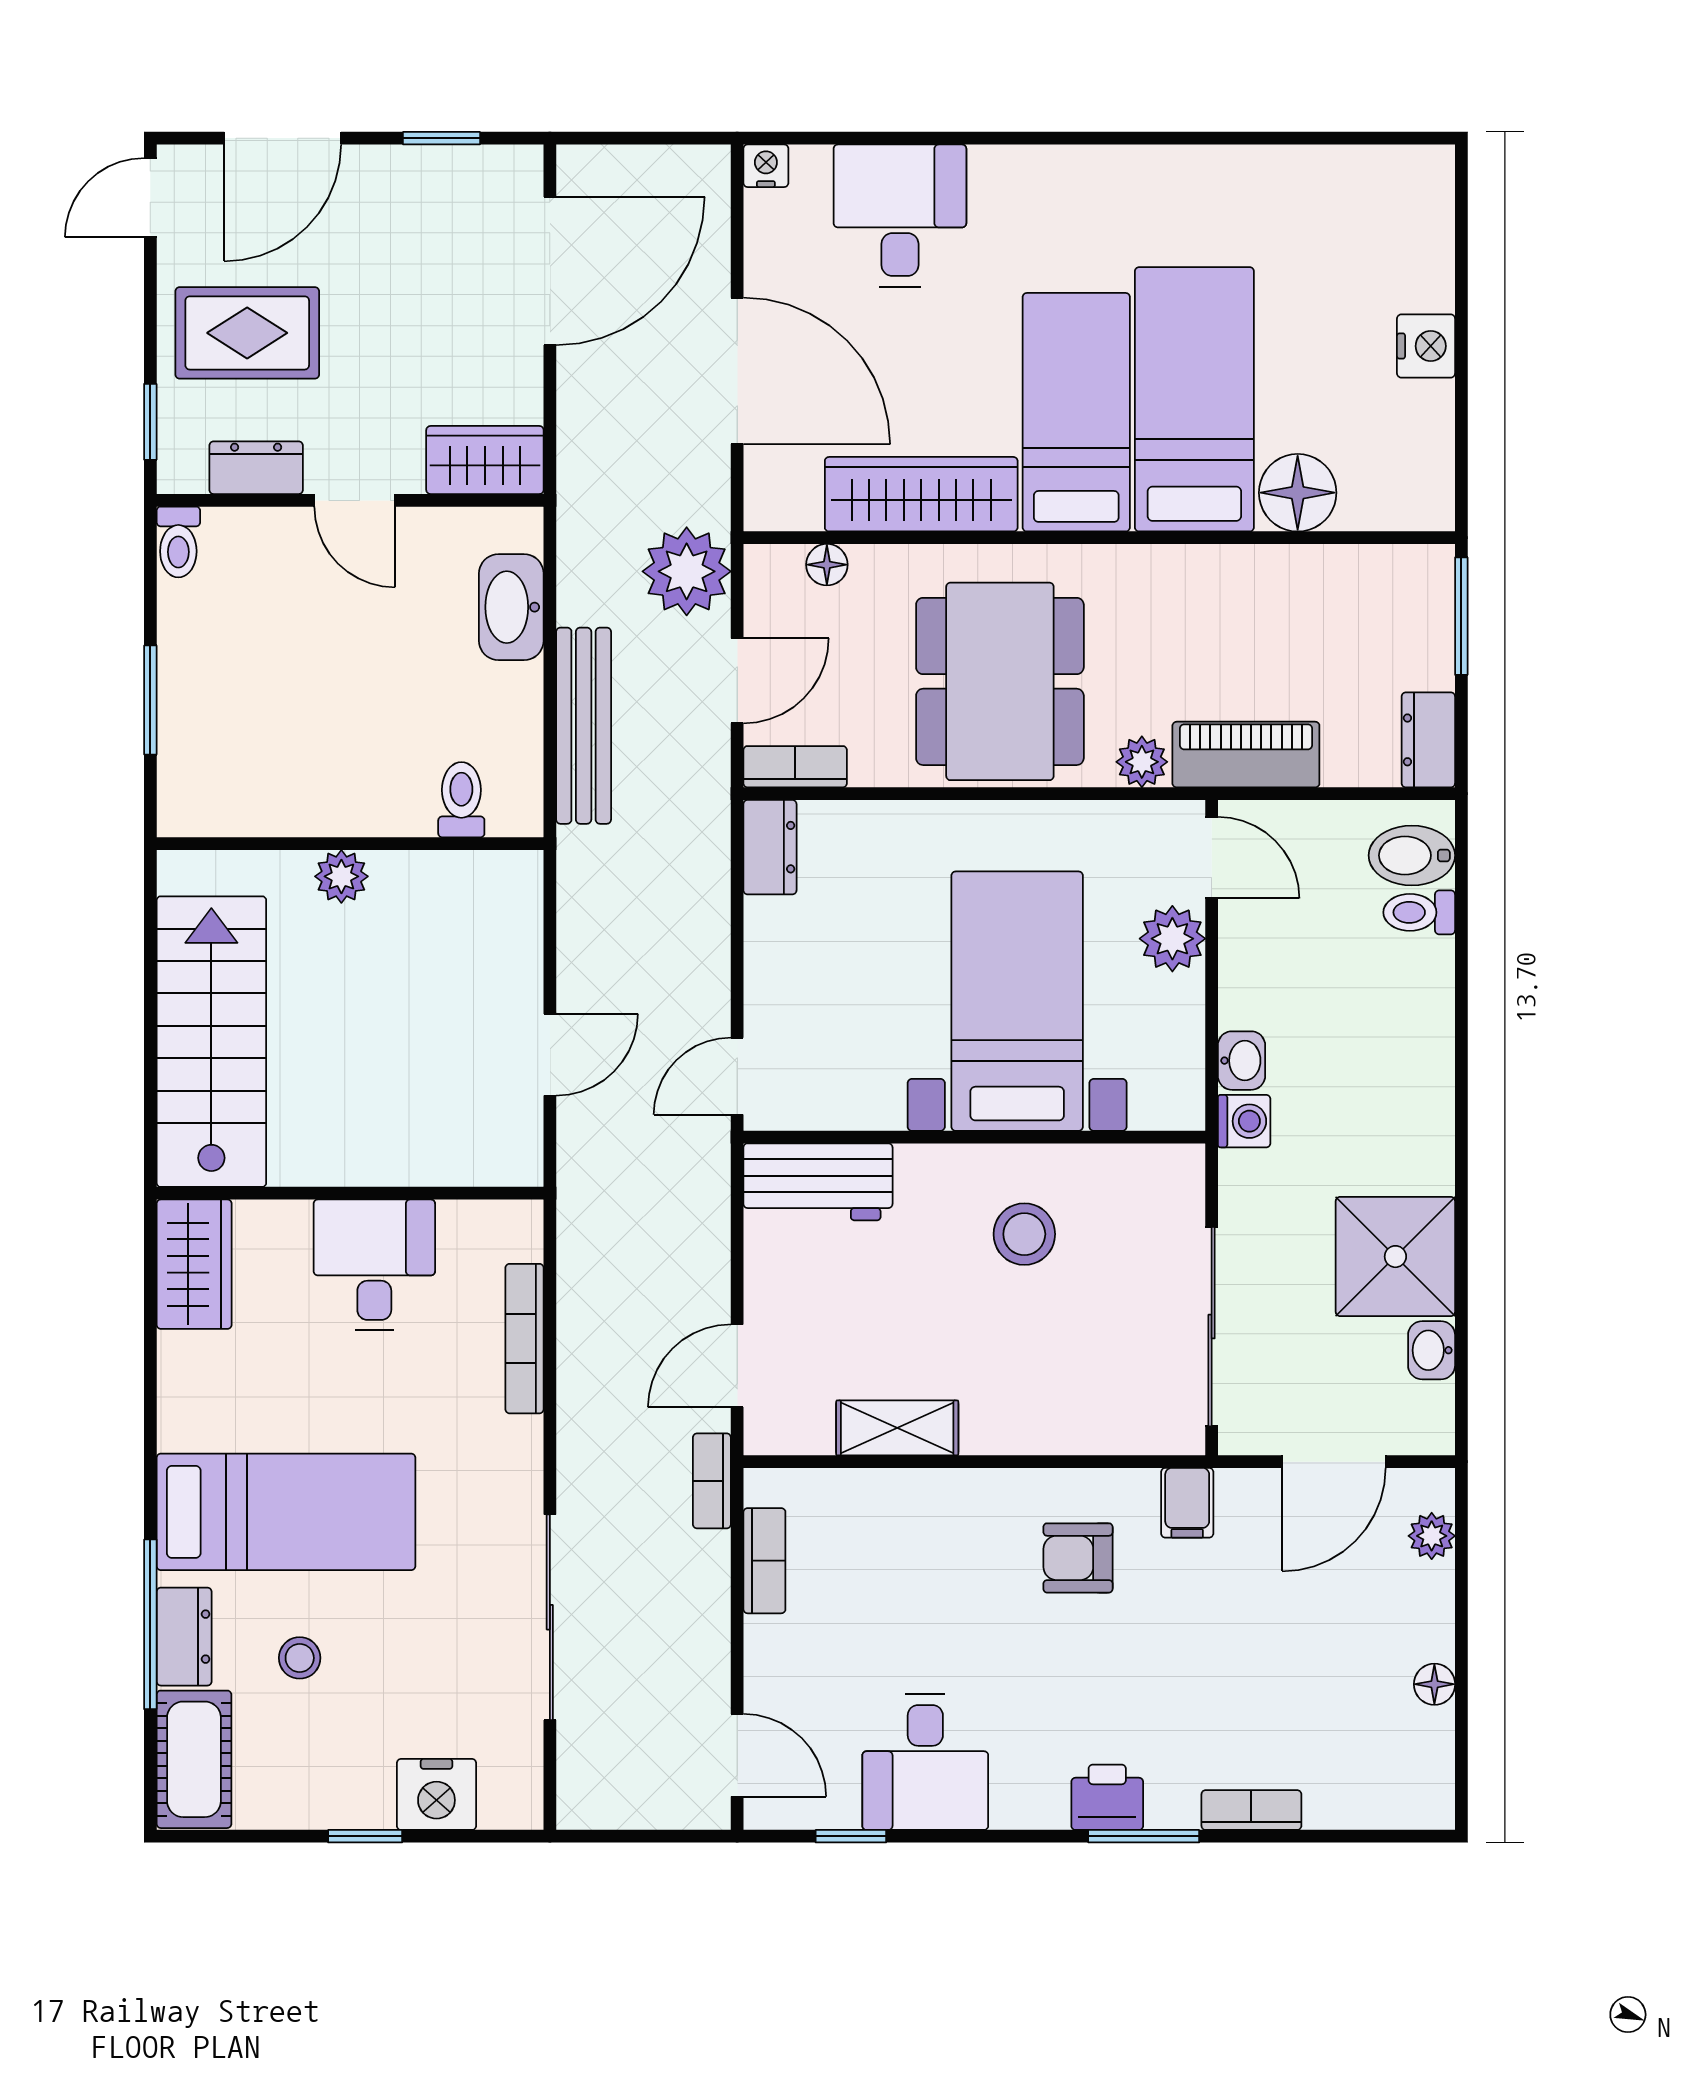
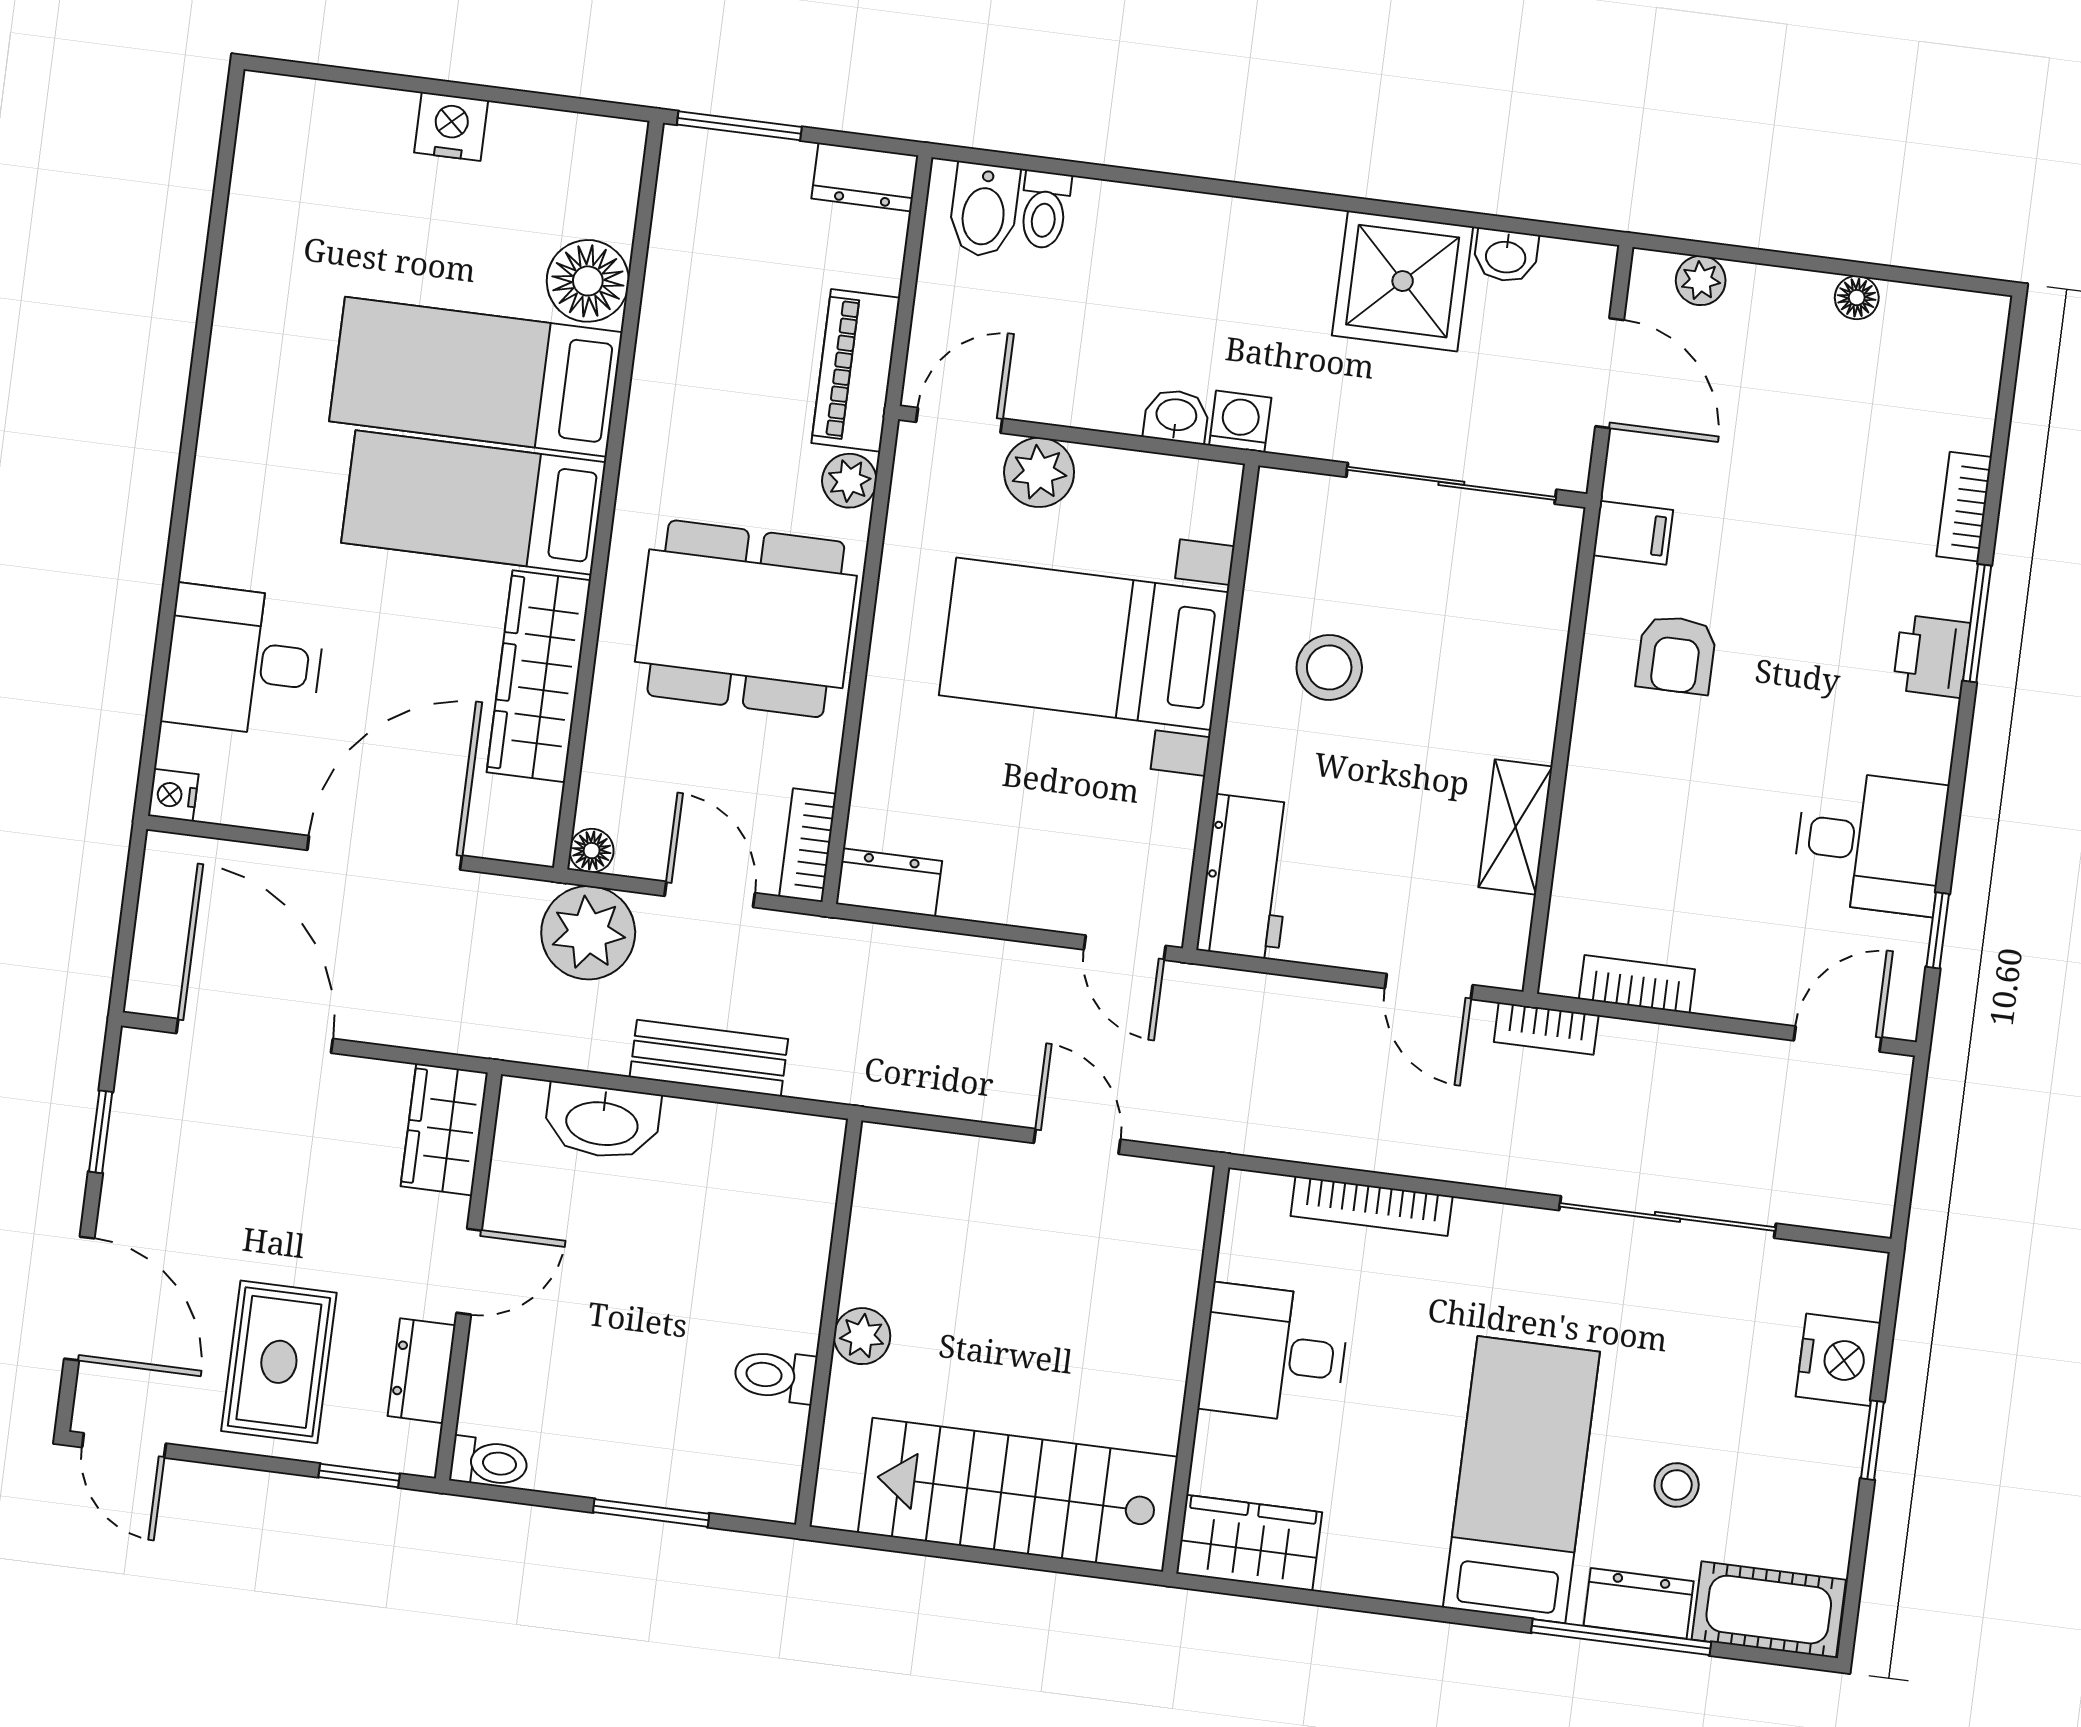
floor lamp: (827, 565) -> (592, 851), moved
bench: (584, 726) -> (709, 1058), width x0.73
toilet: (461, 800) -> (775, 1376), moved

